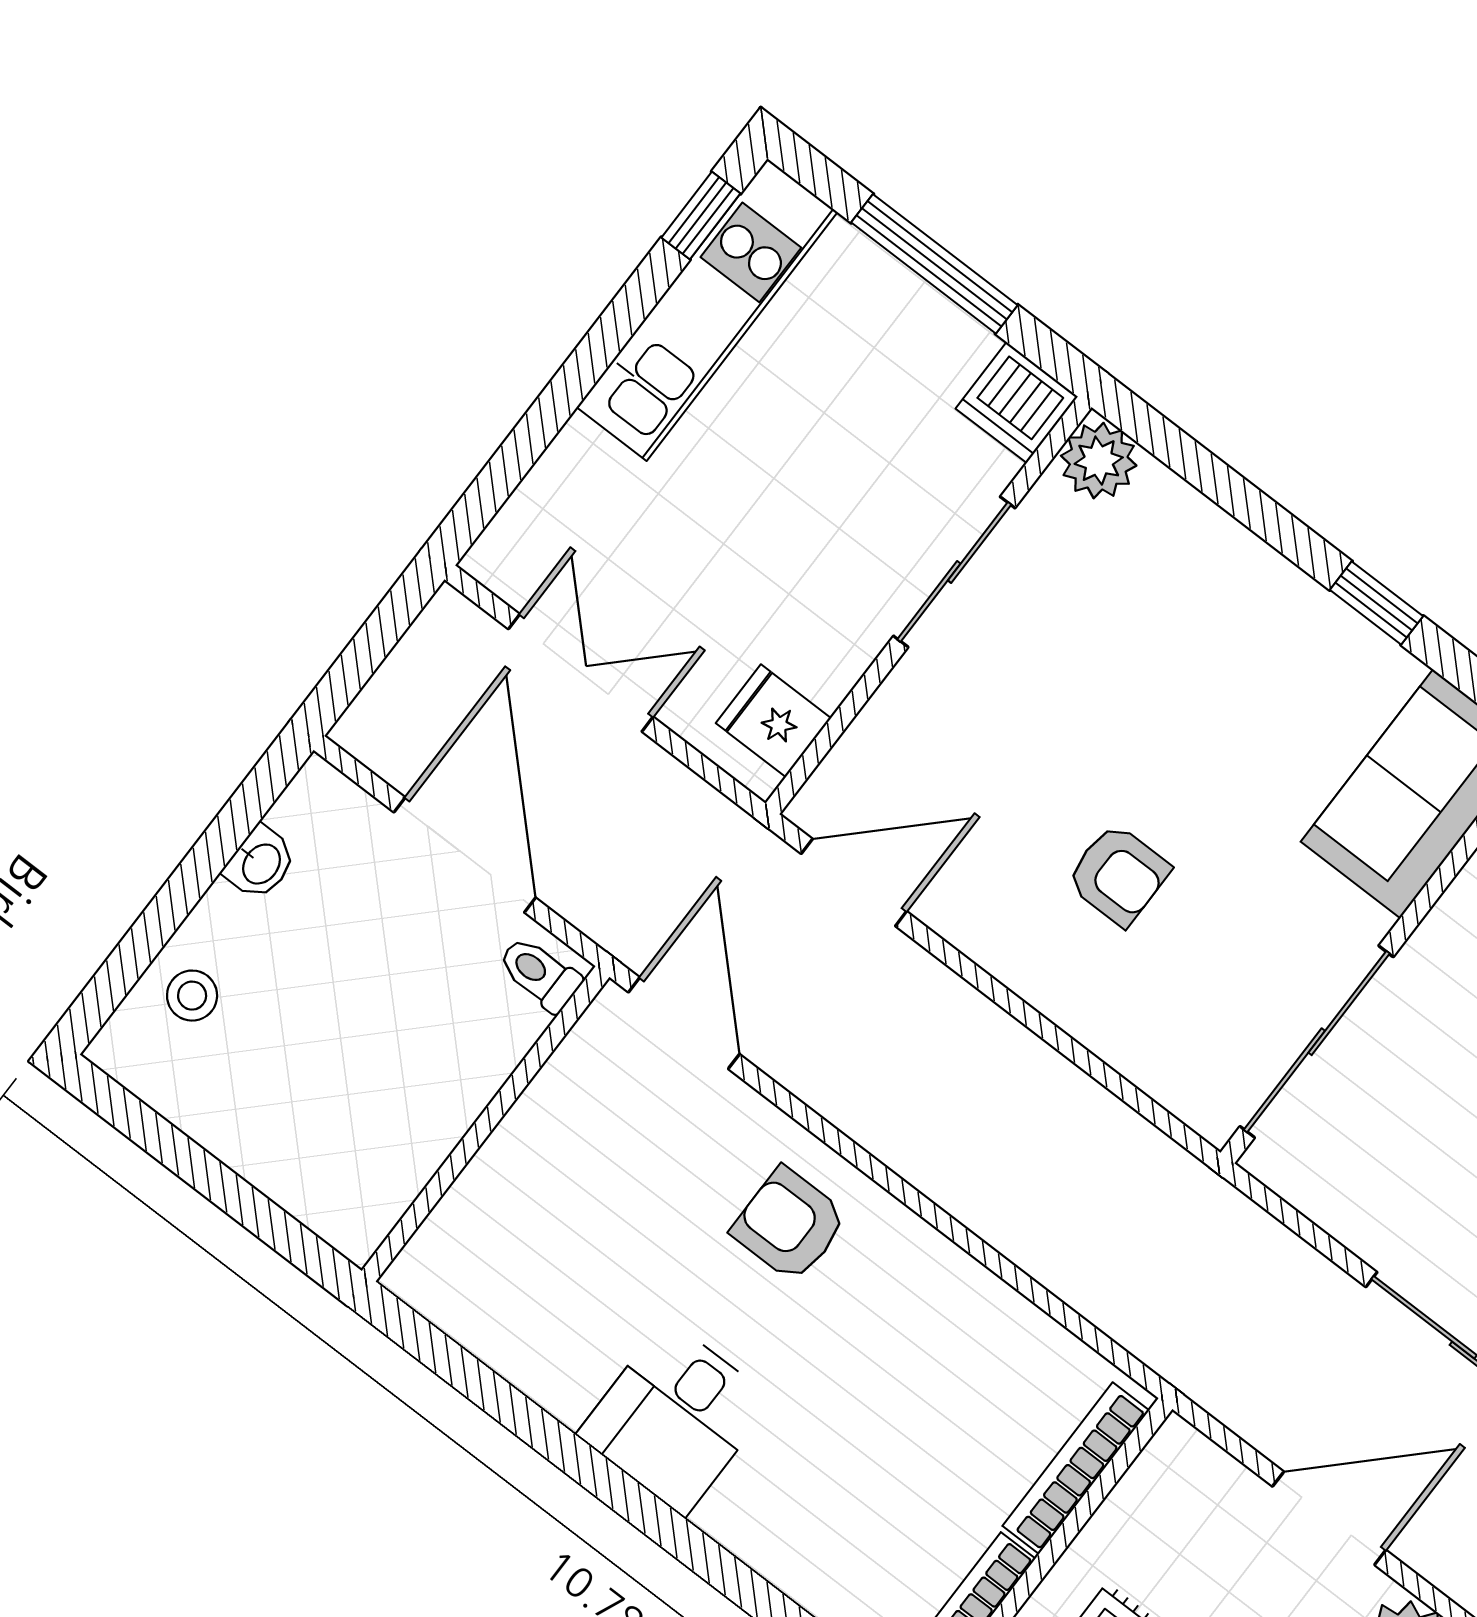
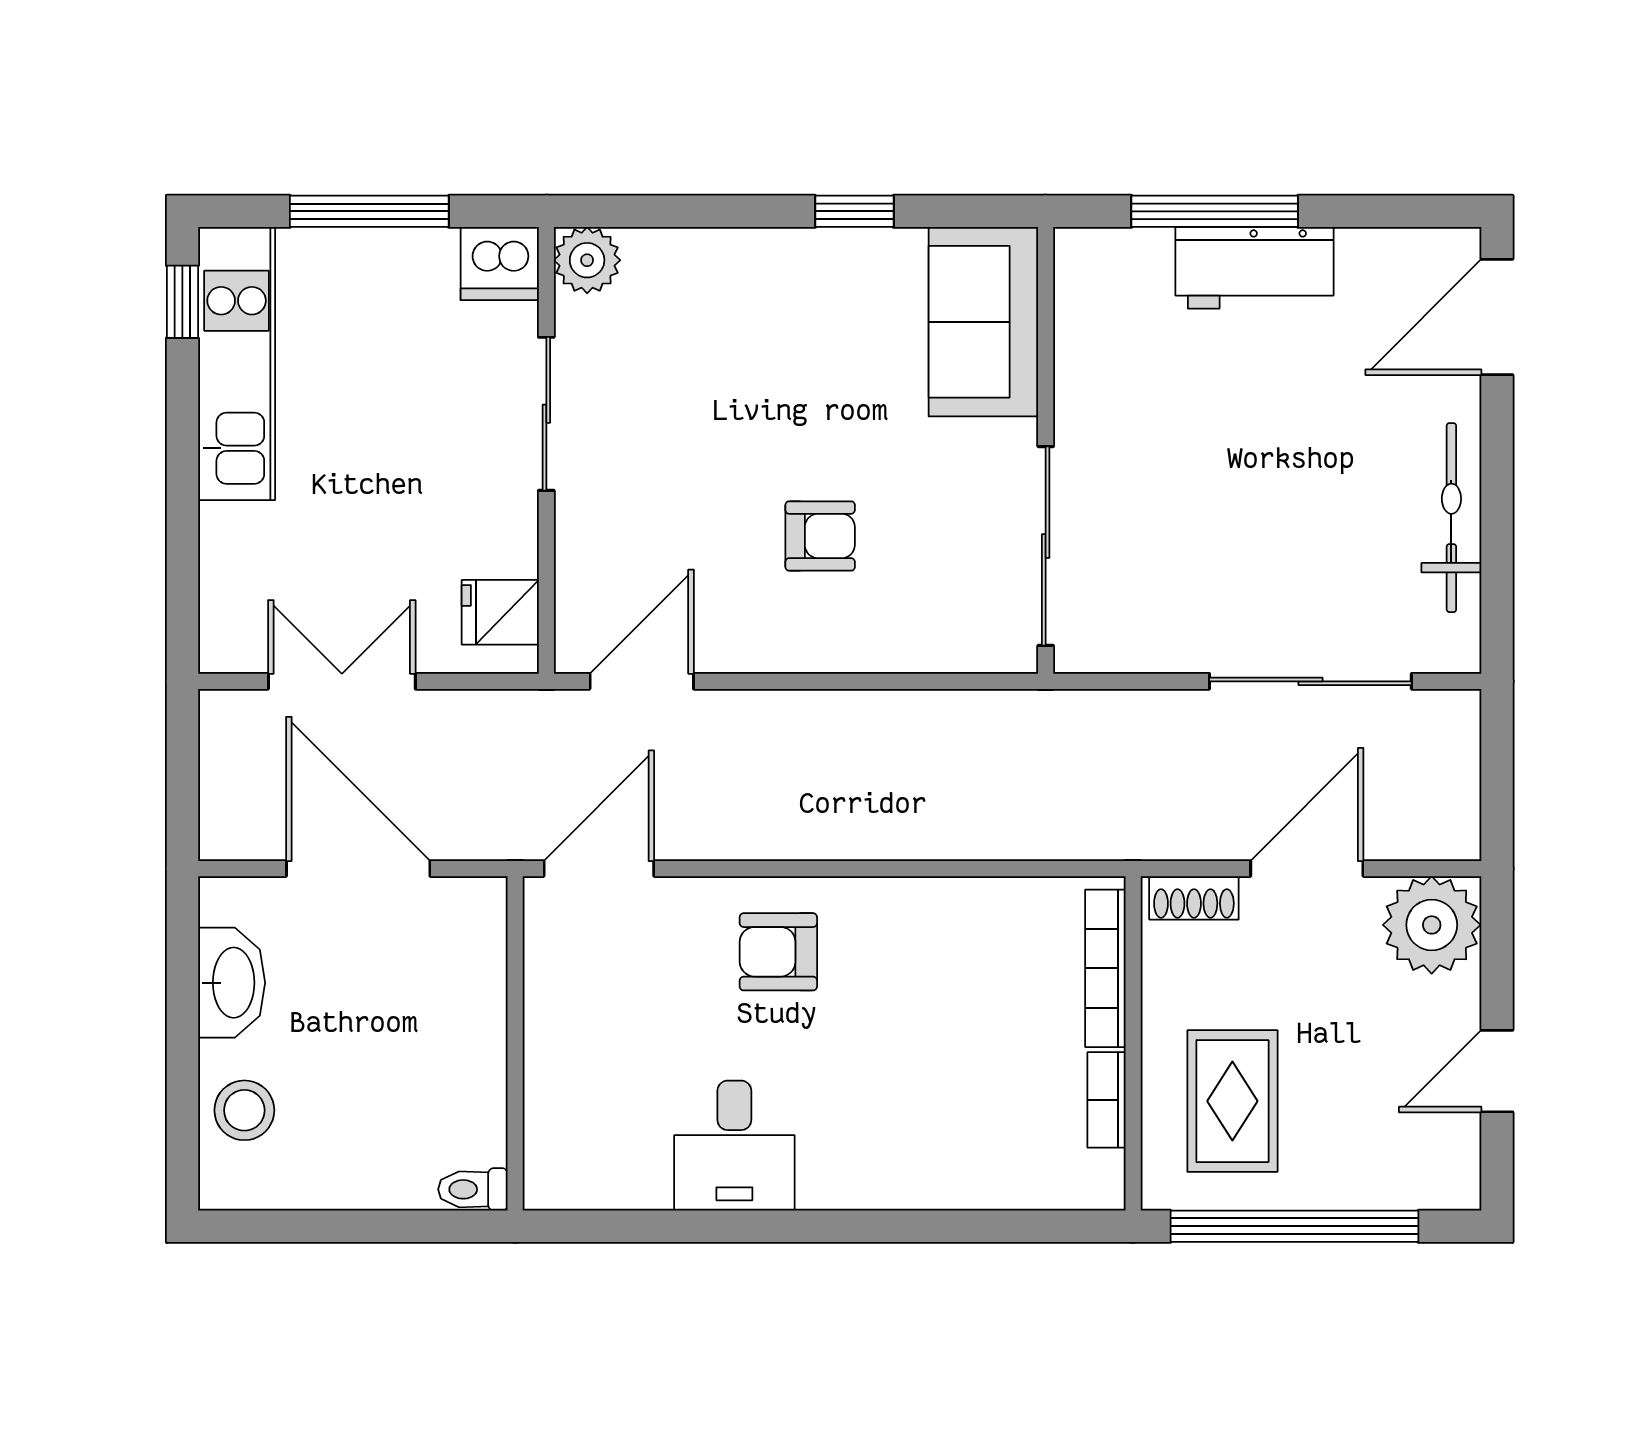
washbasin: (260, 863) -> (232, 983), width x1.91, depth x1.45
toilet: (540, 974) -> (473, 1189), moved
stool: (192, 996) -> (244, 1110), width x1.37, depth x1.37
door: (684, 1023) -> (599, 869), hinge flipped
desk: (675, 1418) -> (734, 1146), moved
shoe rack: (1206, 1466) -> (1194, 898), added

